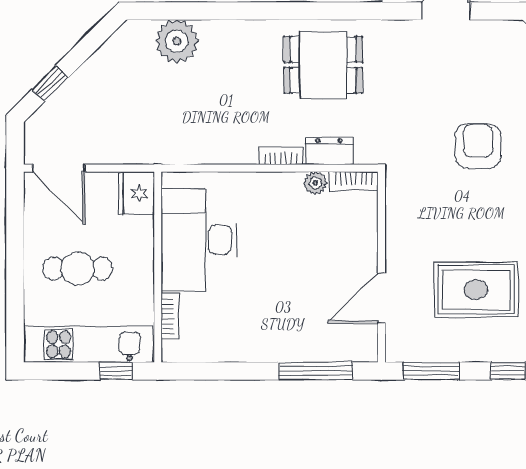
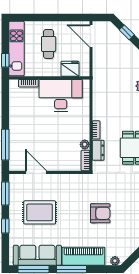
door: (59, 168) -> (91, 36), hinge flipped
fridge: (136, 193) -> (70, 69), moved
rug: (476, 290) -> (40, 212), turned 90

